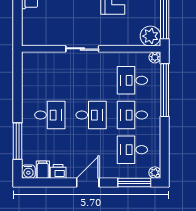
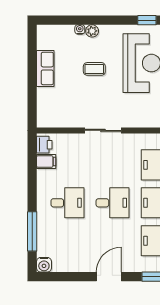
filing cabinet: (43, 170) -> (46, 162), moved, turned 90
printer: (58, 171) -> (44, 145), moved, turned 90

